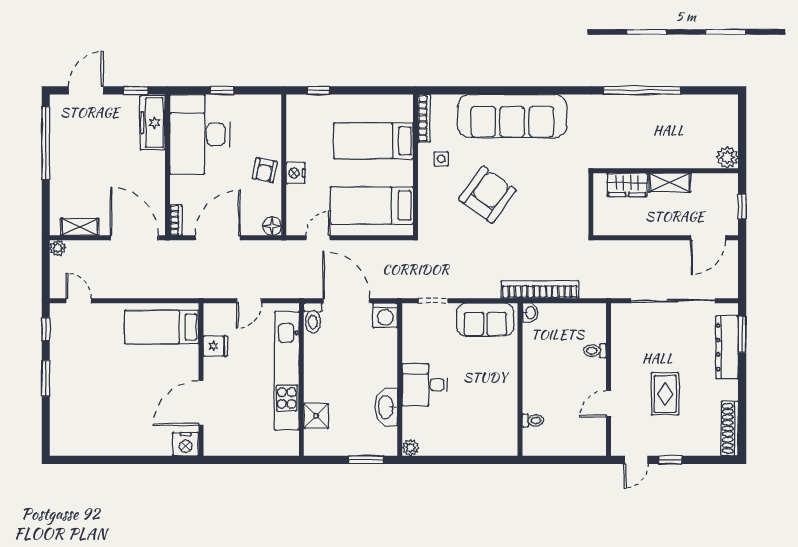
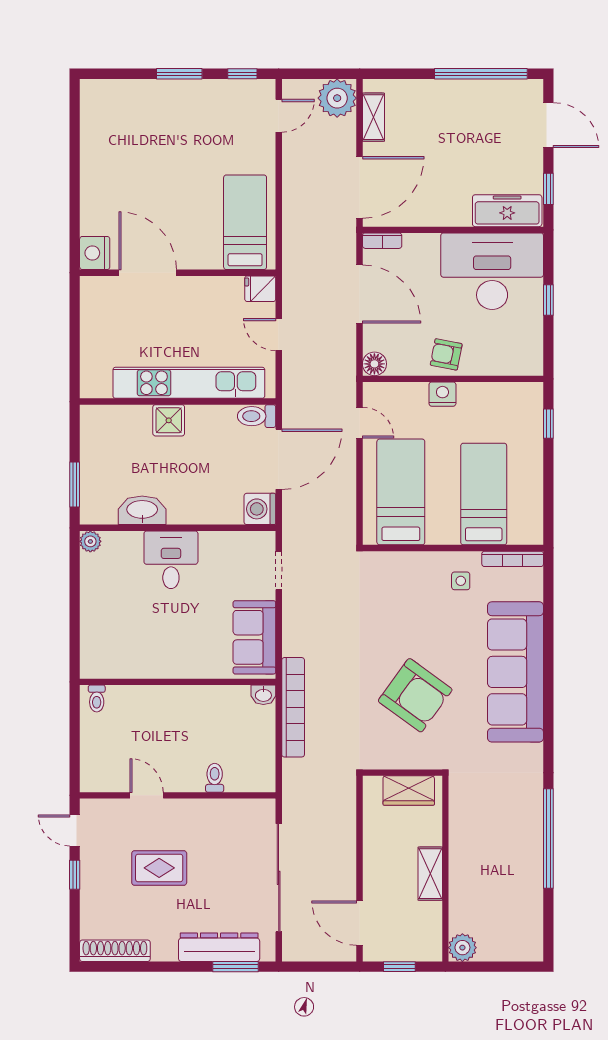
wardrobe: (627, 185) -> (409, 791), moved, turned -90
armchair: (487, 195) -> (415, 695), moved
plant: (58, 248) -> (337, 98), width x1.88, depth x1.88
fridge: (215, 346) -> (260, 289), moved, turned 90
shower: (316, 416) -> (169, 420), moved
toilet: (533, 420) -> (97, 698), moved

